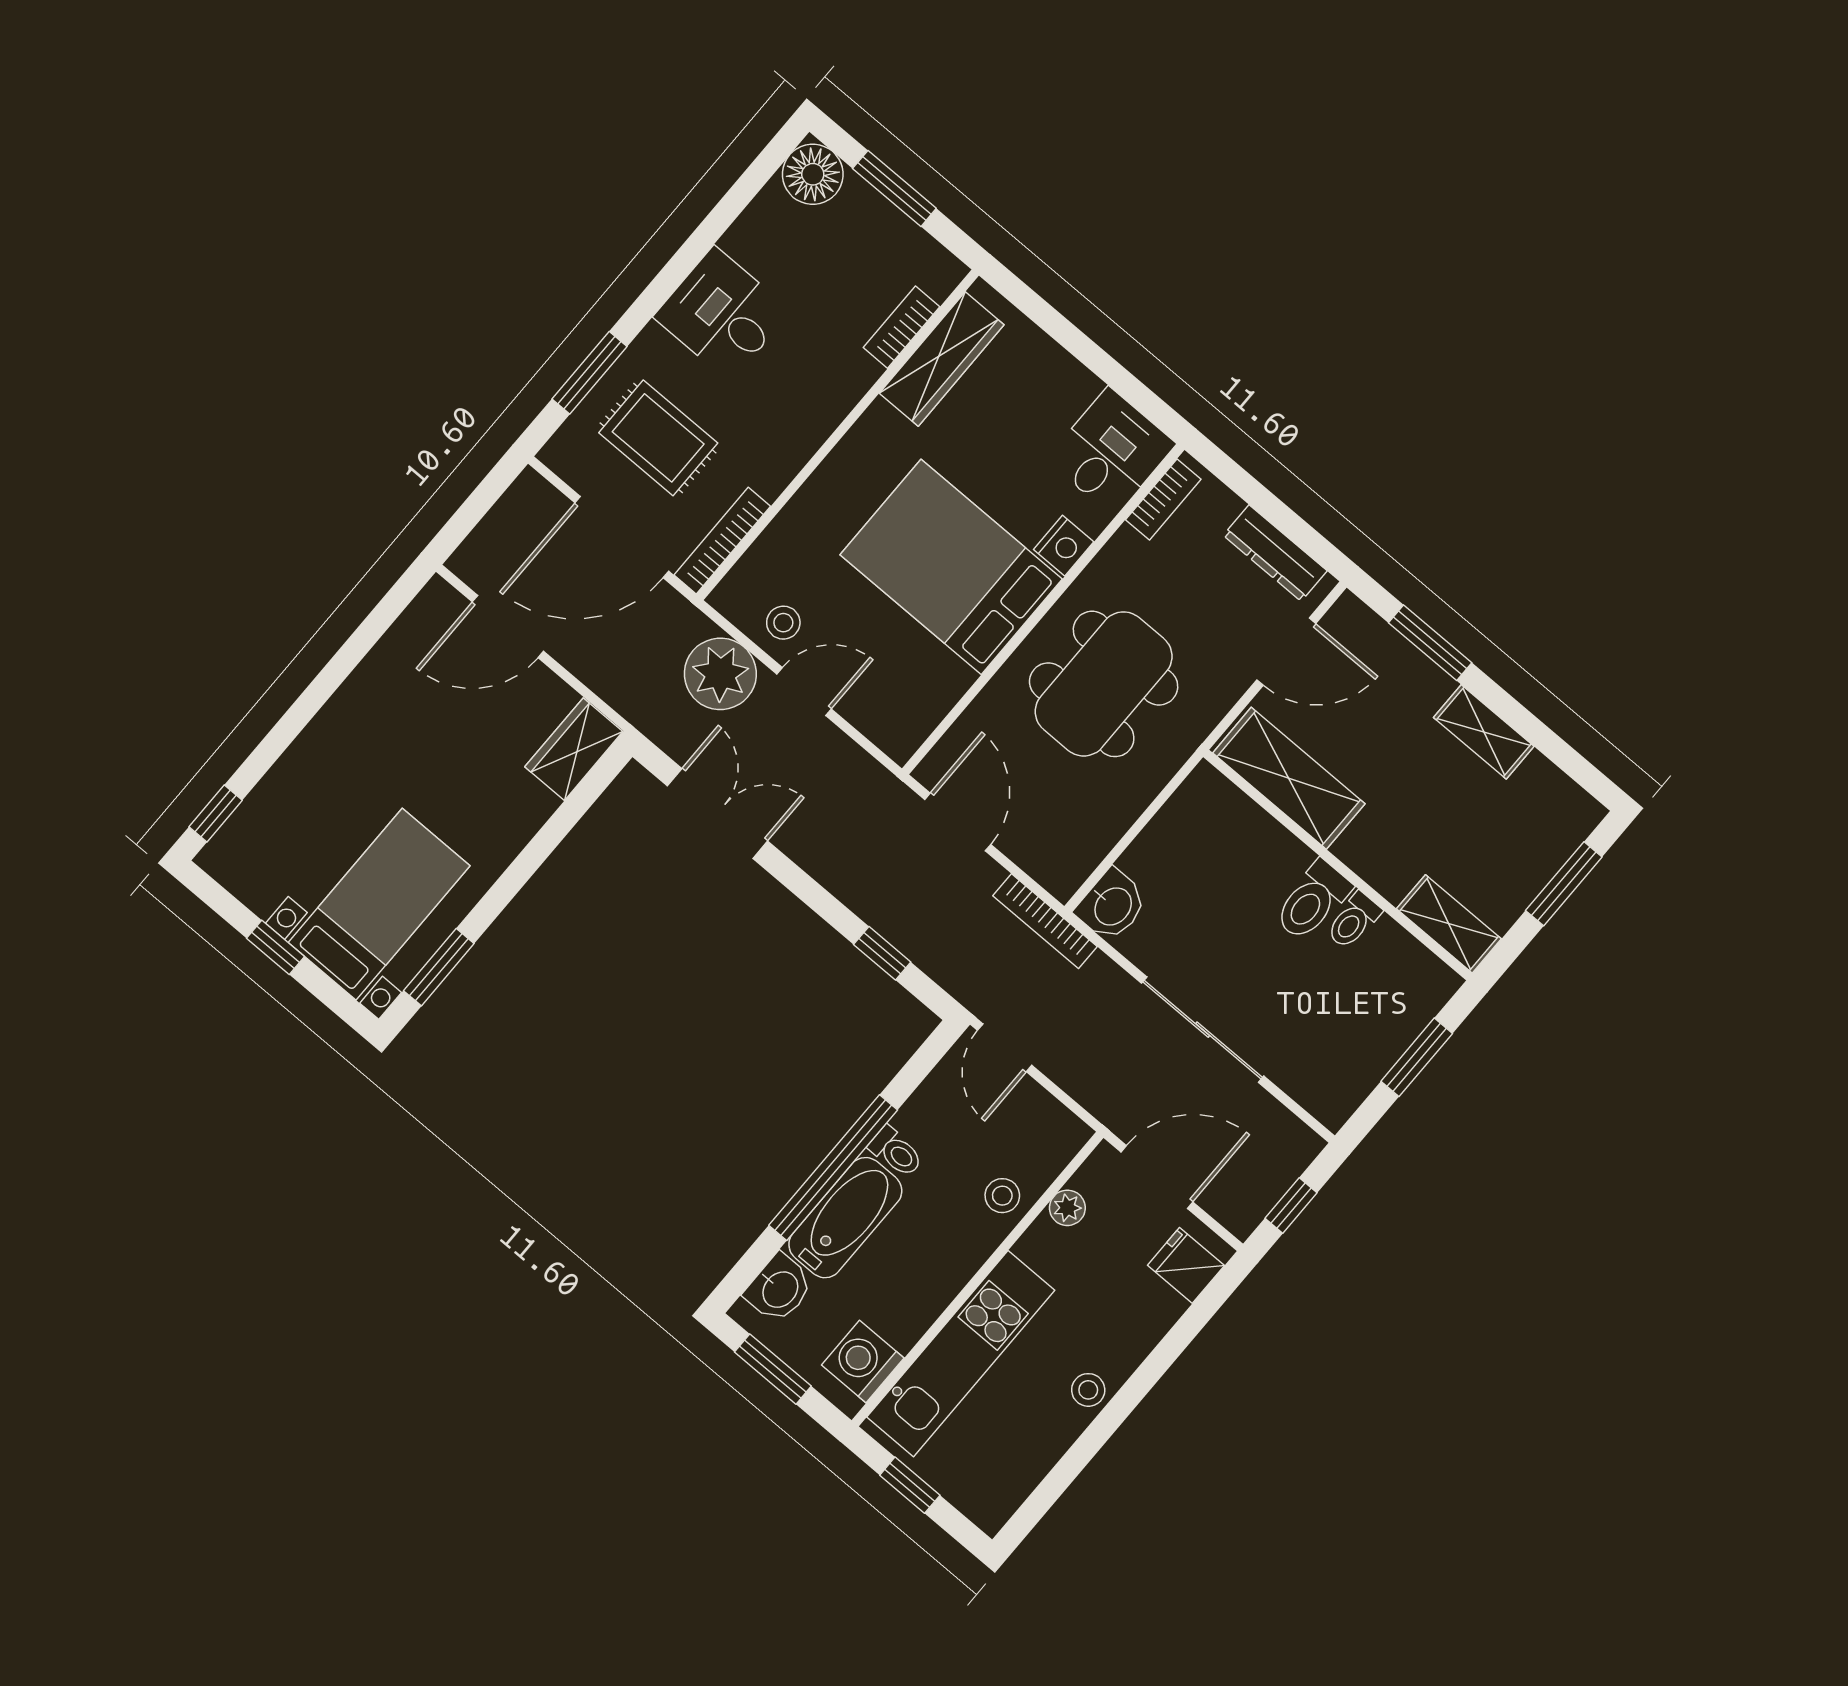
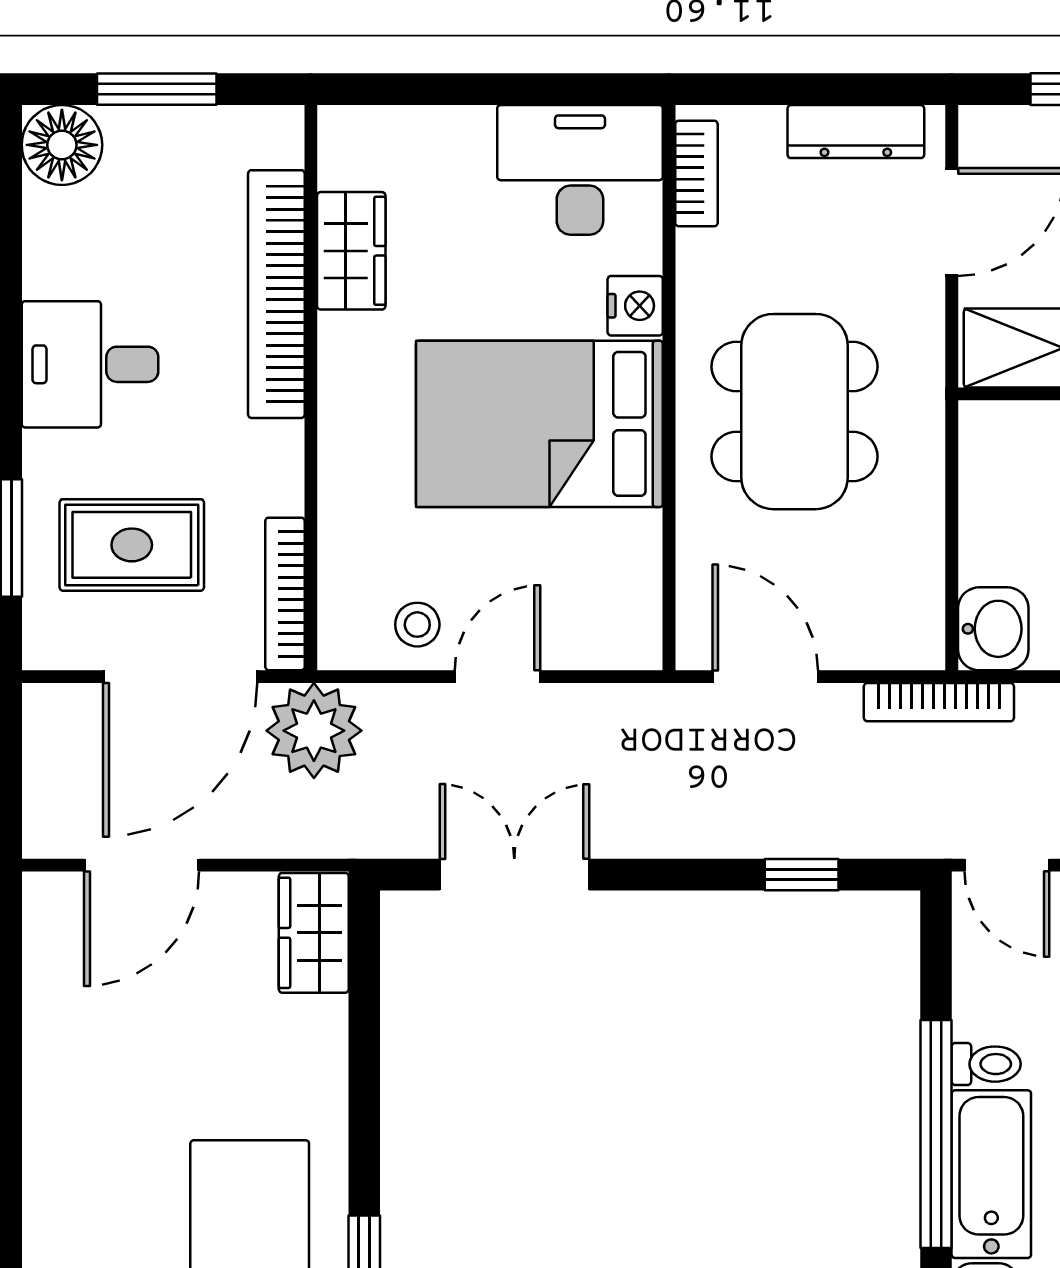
bookcase: (901, 327) -> (276, 294), width x2.31, depth x1.31
wardrobe: (942, 359) -> (351, 251), width x0.67
desk: (1111, 452) -> (580, 170), width x1.37
plant: (720, 674) -> (314, 731), moved

